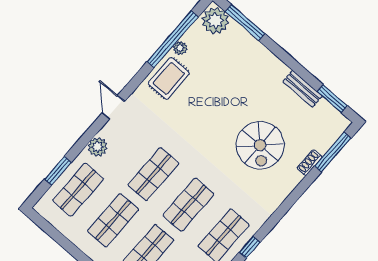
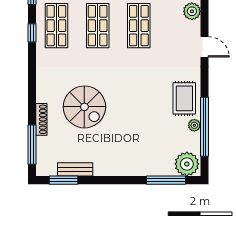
bench: (303, 89) -> (75, 169), moved
spiral stairs: (260, 145) -> (84, 107), turned 180
shoe rack: (309, 163) -> (41, 119), width x1.43

